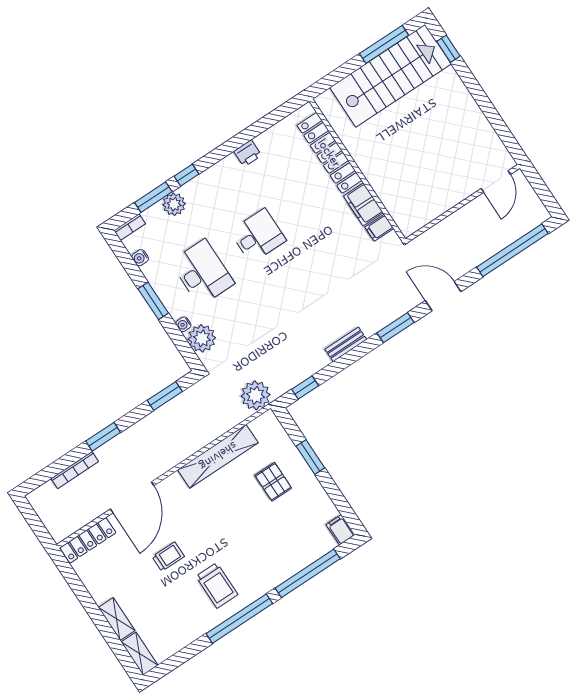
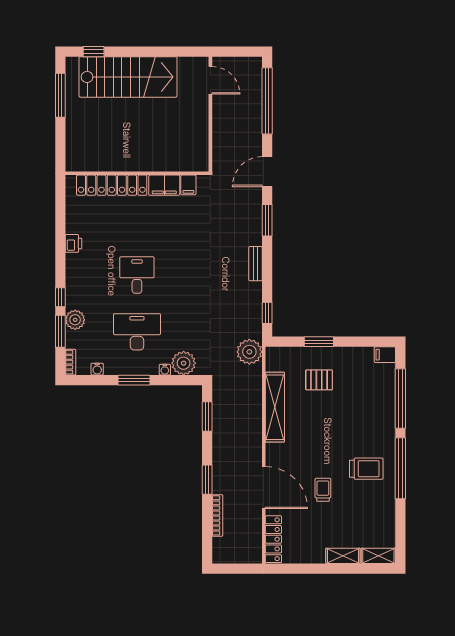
stairs: (390, 76) -> (128, 77), moved, turned 90

